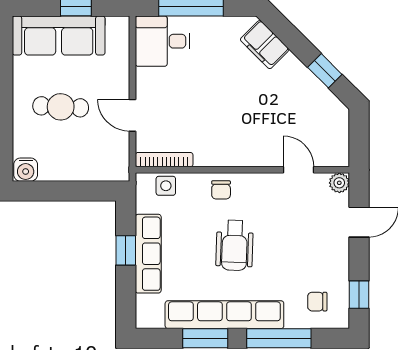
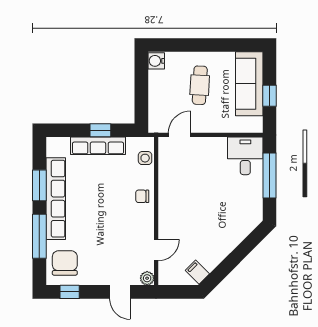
filing cabinet: (265, 45) -> (197, 272), moved, width x0.50
window: (325, 71) -> (225, 268), removed
door: (133, 115) -> (180, 135), moved
bookcase: (164, 160) -> (163, 157), removed
wheelchair: (235, 245) -> (104, 206), removed
chair: (317, 302) -> (65, 263), width x1.87, depth x1.87

